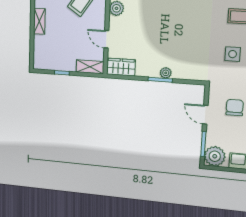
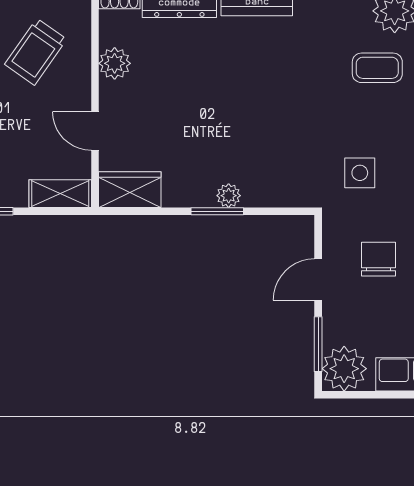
side table: (233, 54) -> (360, 173), moved
door: (205, 115) -> (318, 280), hinge flipped

